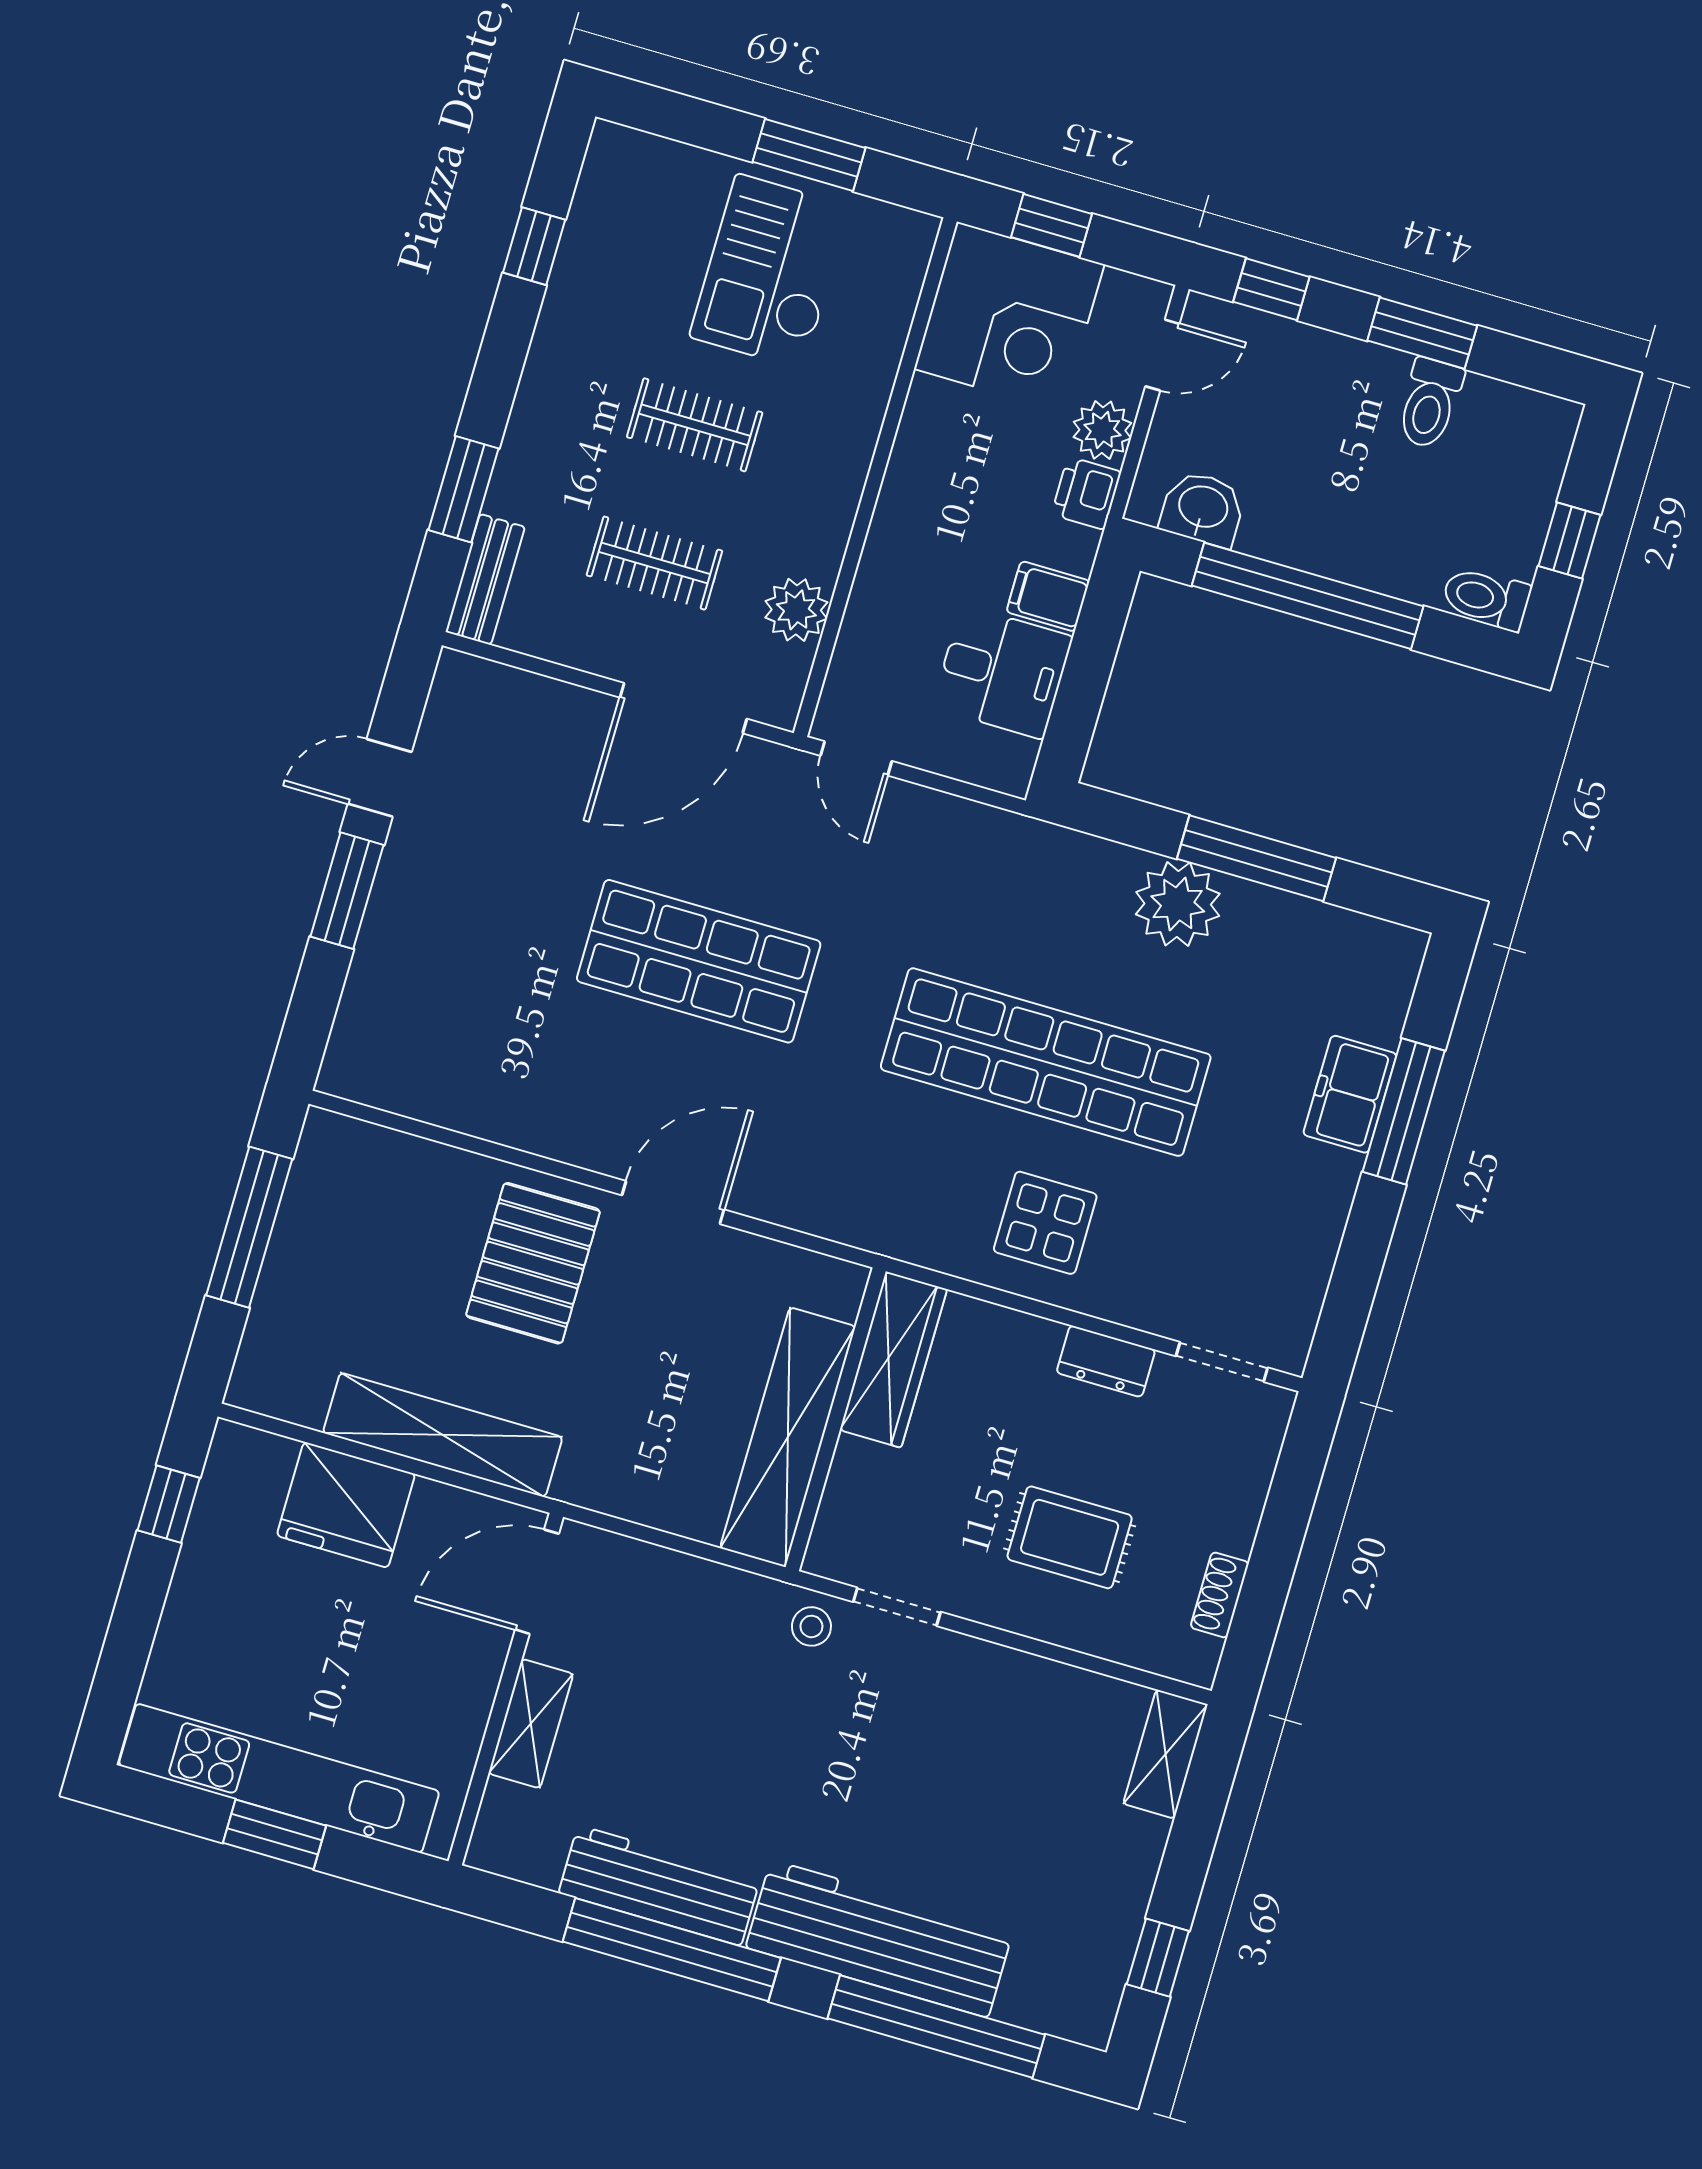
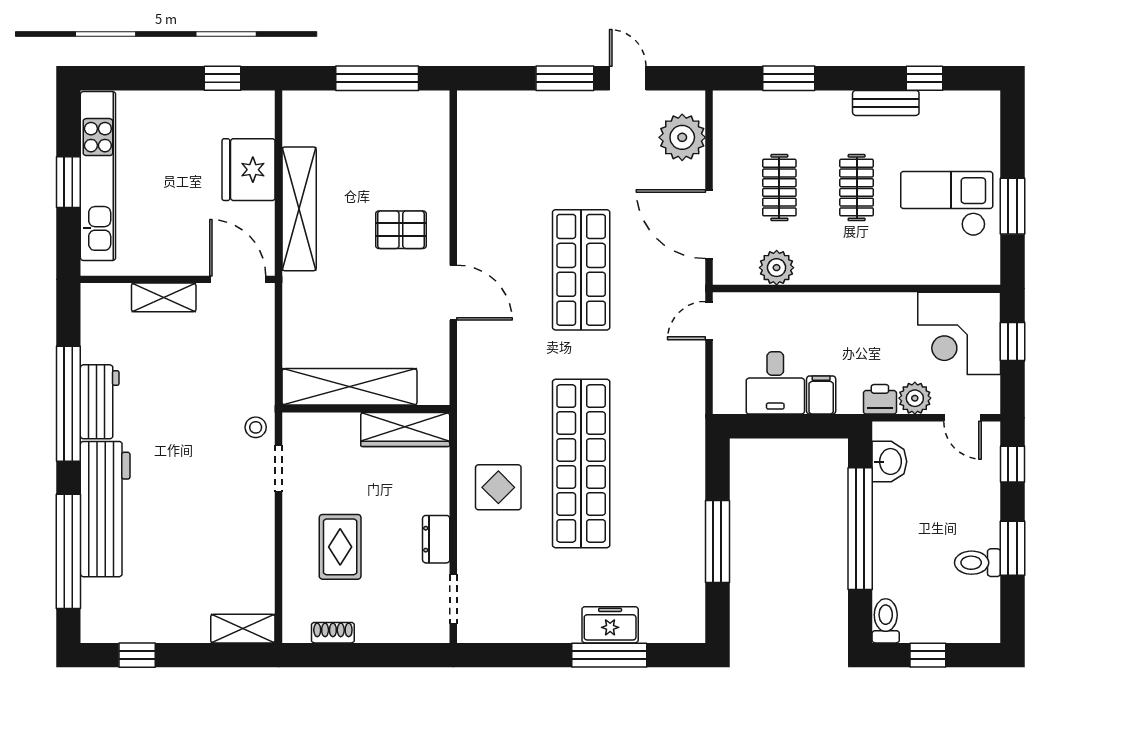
bench: (485, 579) -> (886, 103), moved
plant: (1178, 904) -> (682, 137), moved
pallet: (533, 1263) -> (401, 230), width x0.67, depth x0.71
workbench: (659, 1885) -> (100, 402), width x0.73

